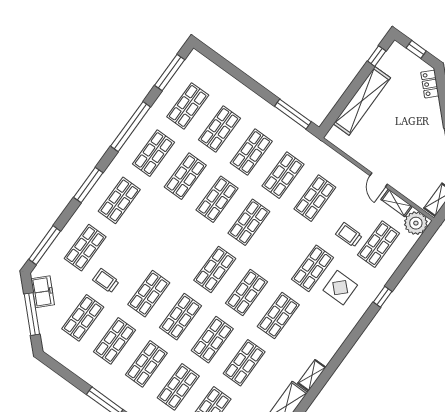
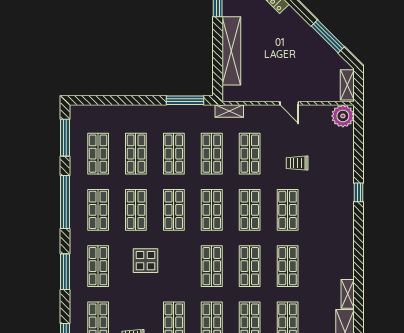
shelving: (397, 203) -> (229, 111), moved
shop shelf: (378, 244) -> (250, 210), moved
display table: (340, 288) -> (145, 261), moved

